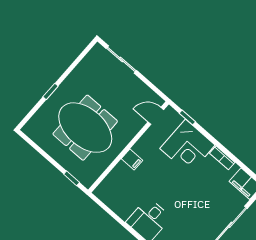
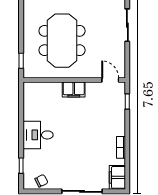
corner desk: (187, 147) -> (108, 118), removed
filing cabinet: (132, 160) -> (74, 89), width x2.00

